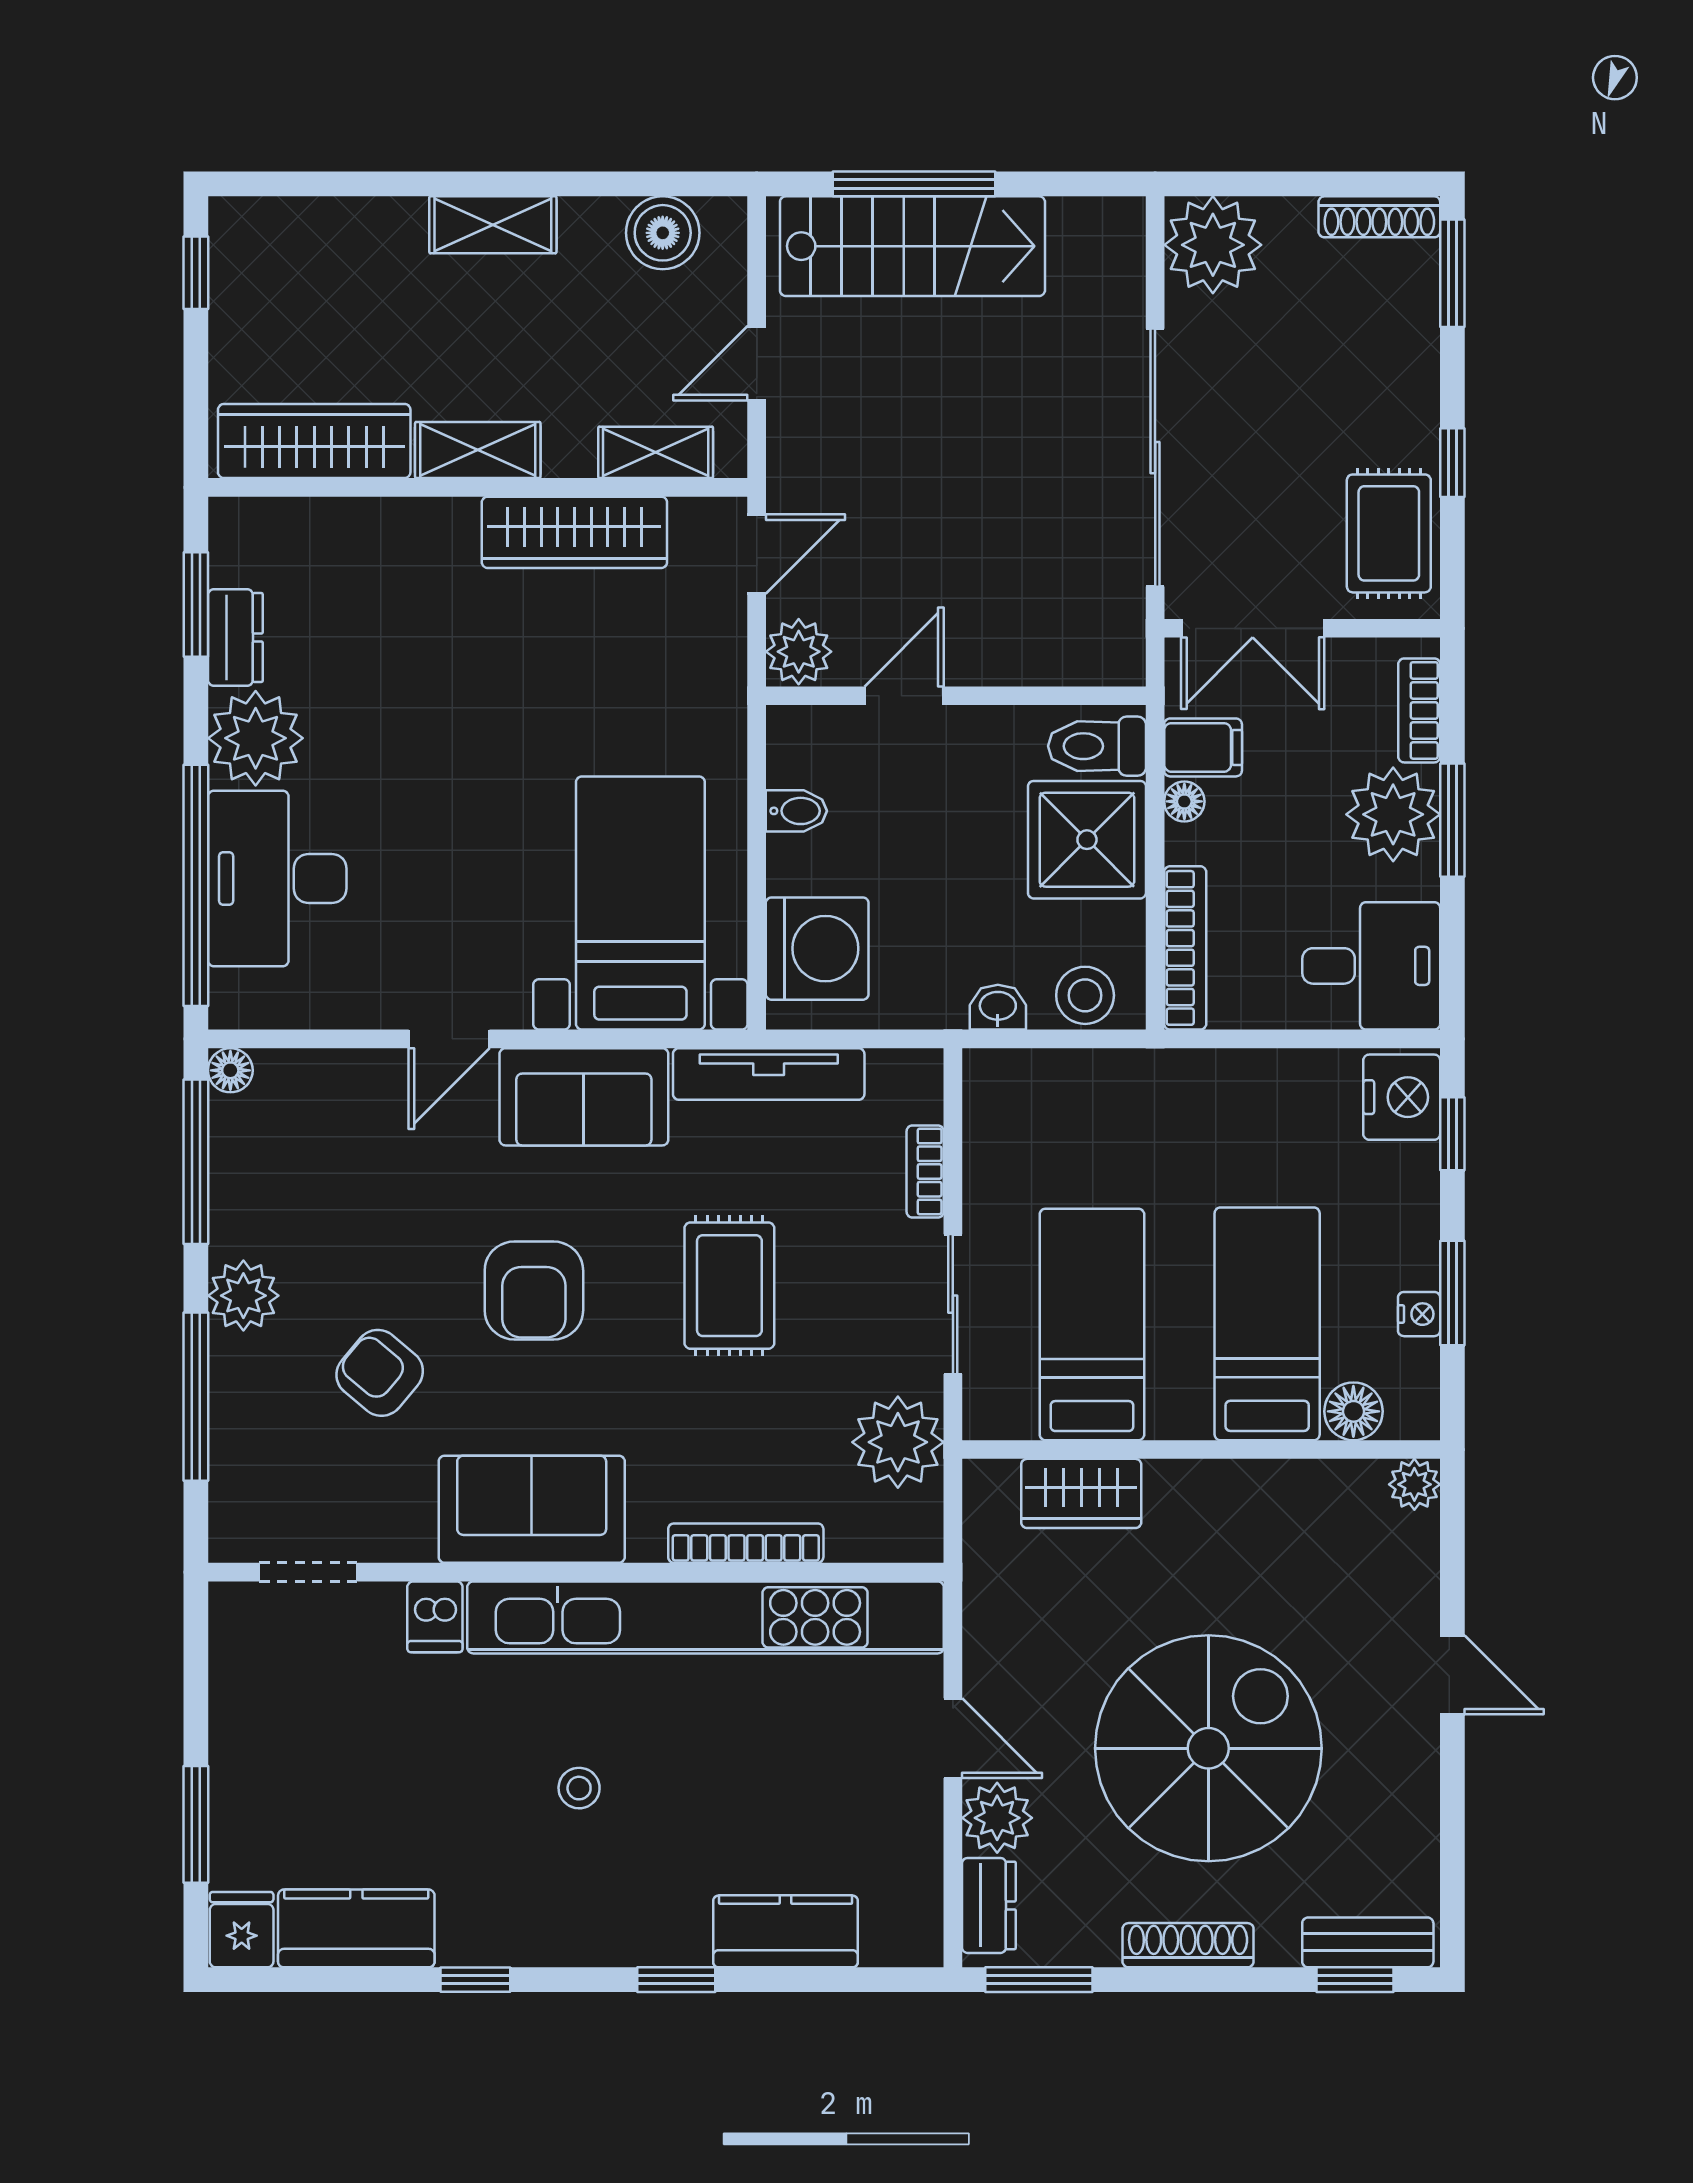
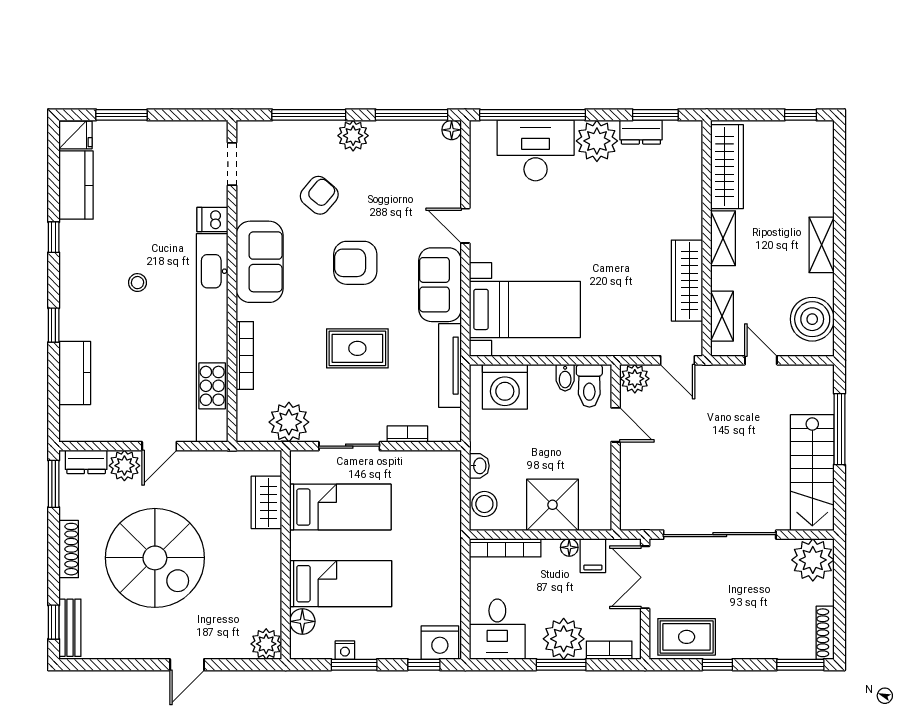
boiler: (663, 233) -> (812, 319), width x1.37, depth x1.37
stairs: (912, 246) -> (812, 473), moved
toilet: (1097, 746) -> (589, 386), moved, turned 180
plant: (1414, 1484) -> (266, 644), width x1.38, depth x1.38

